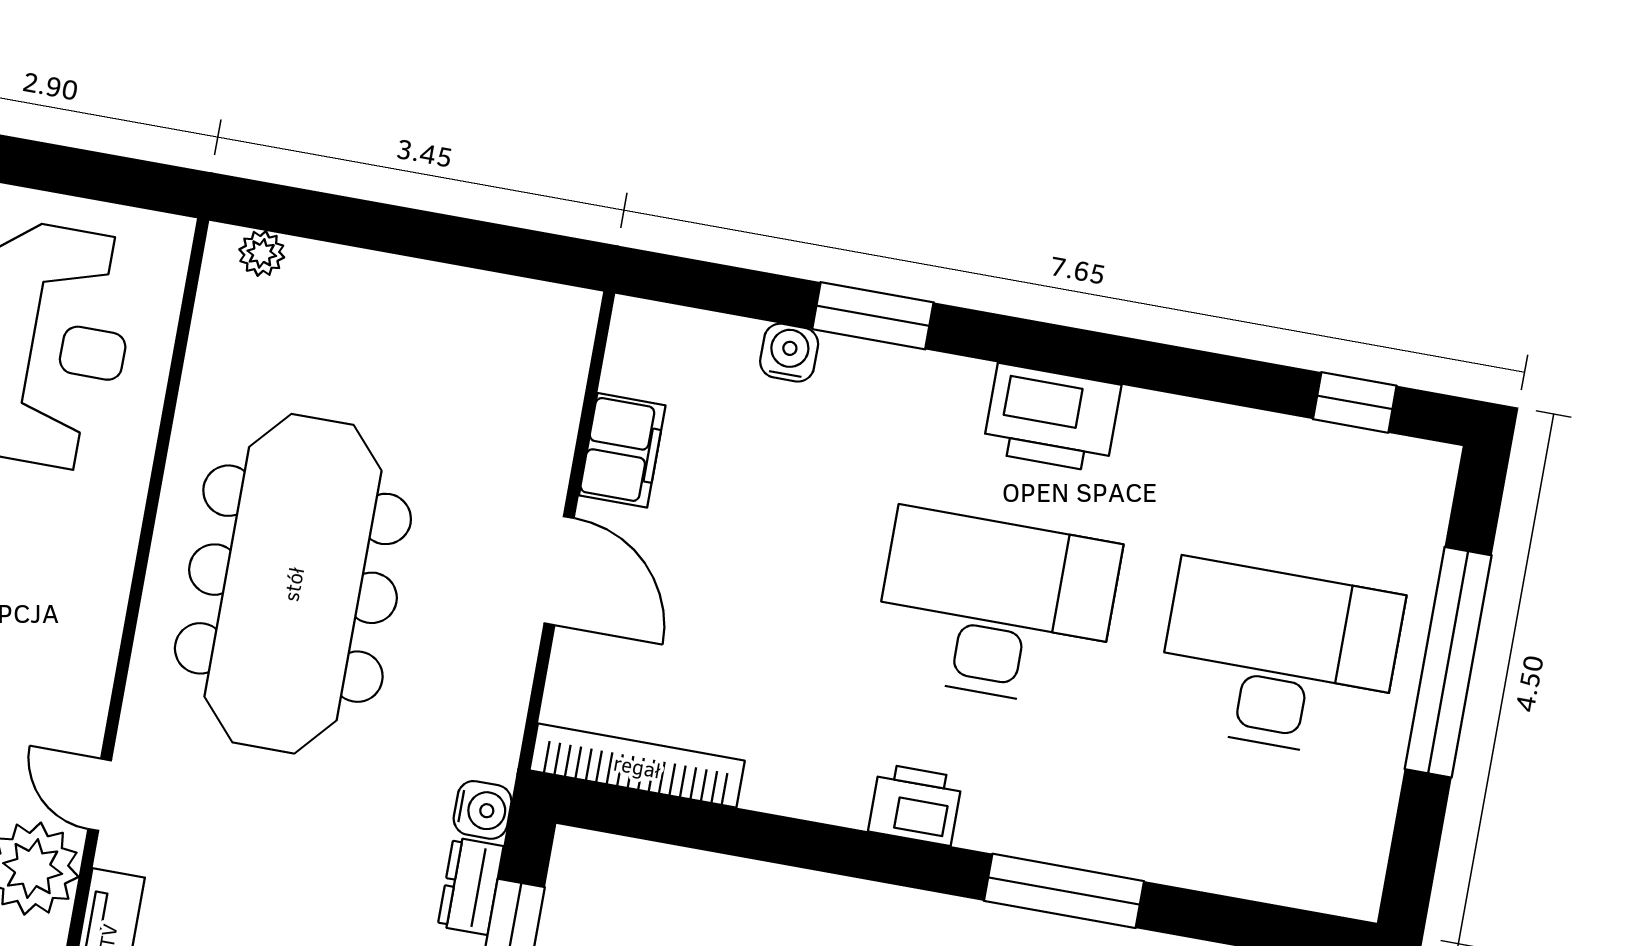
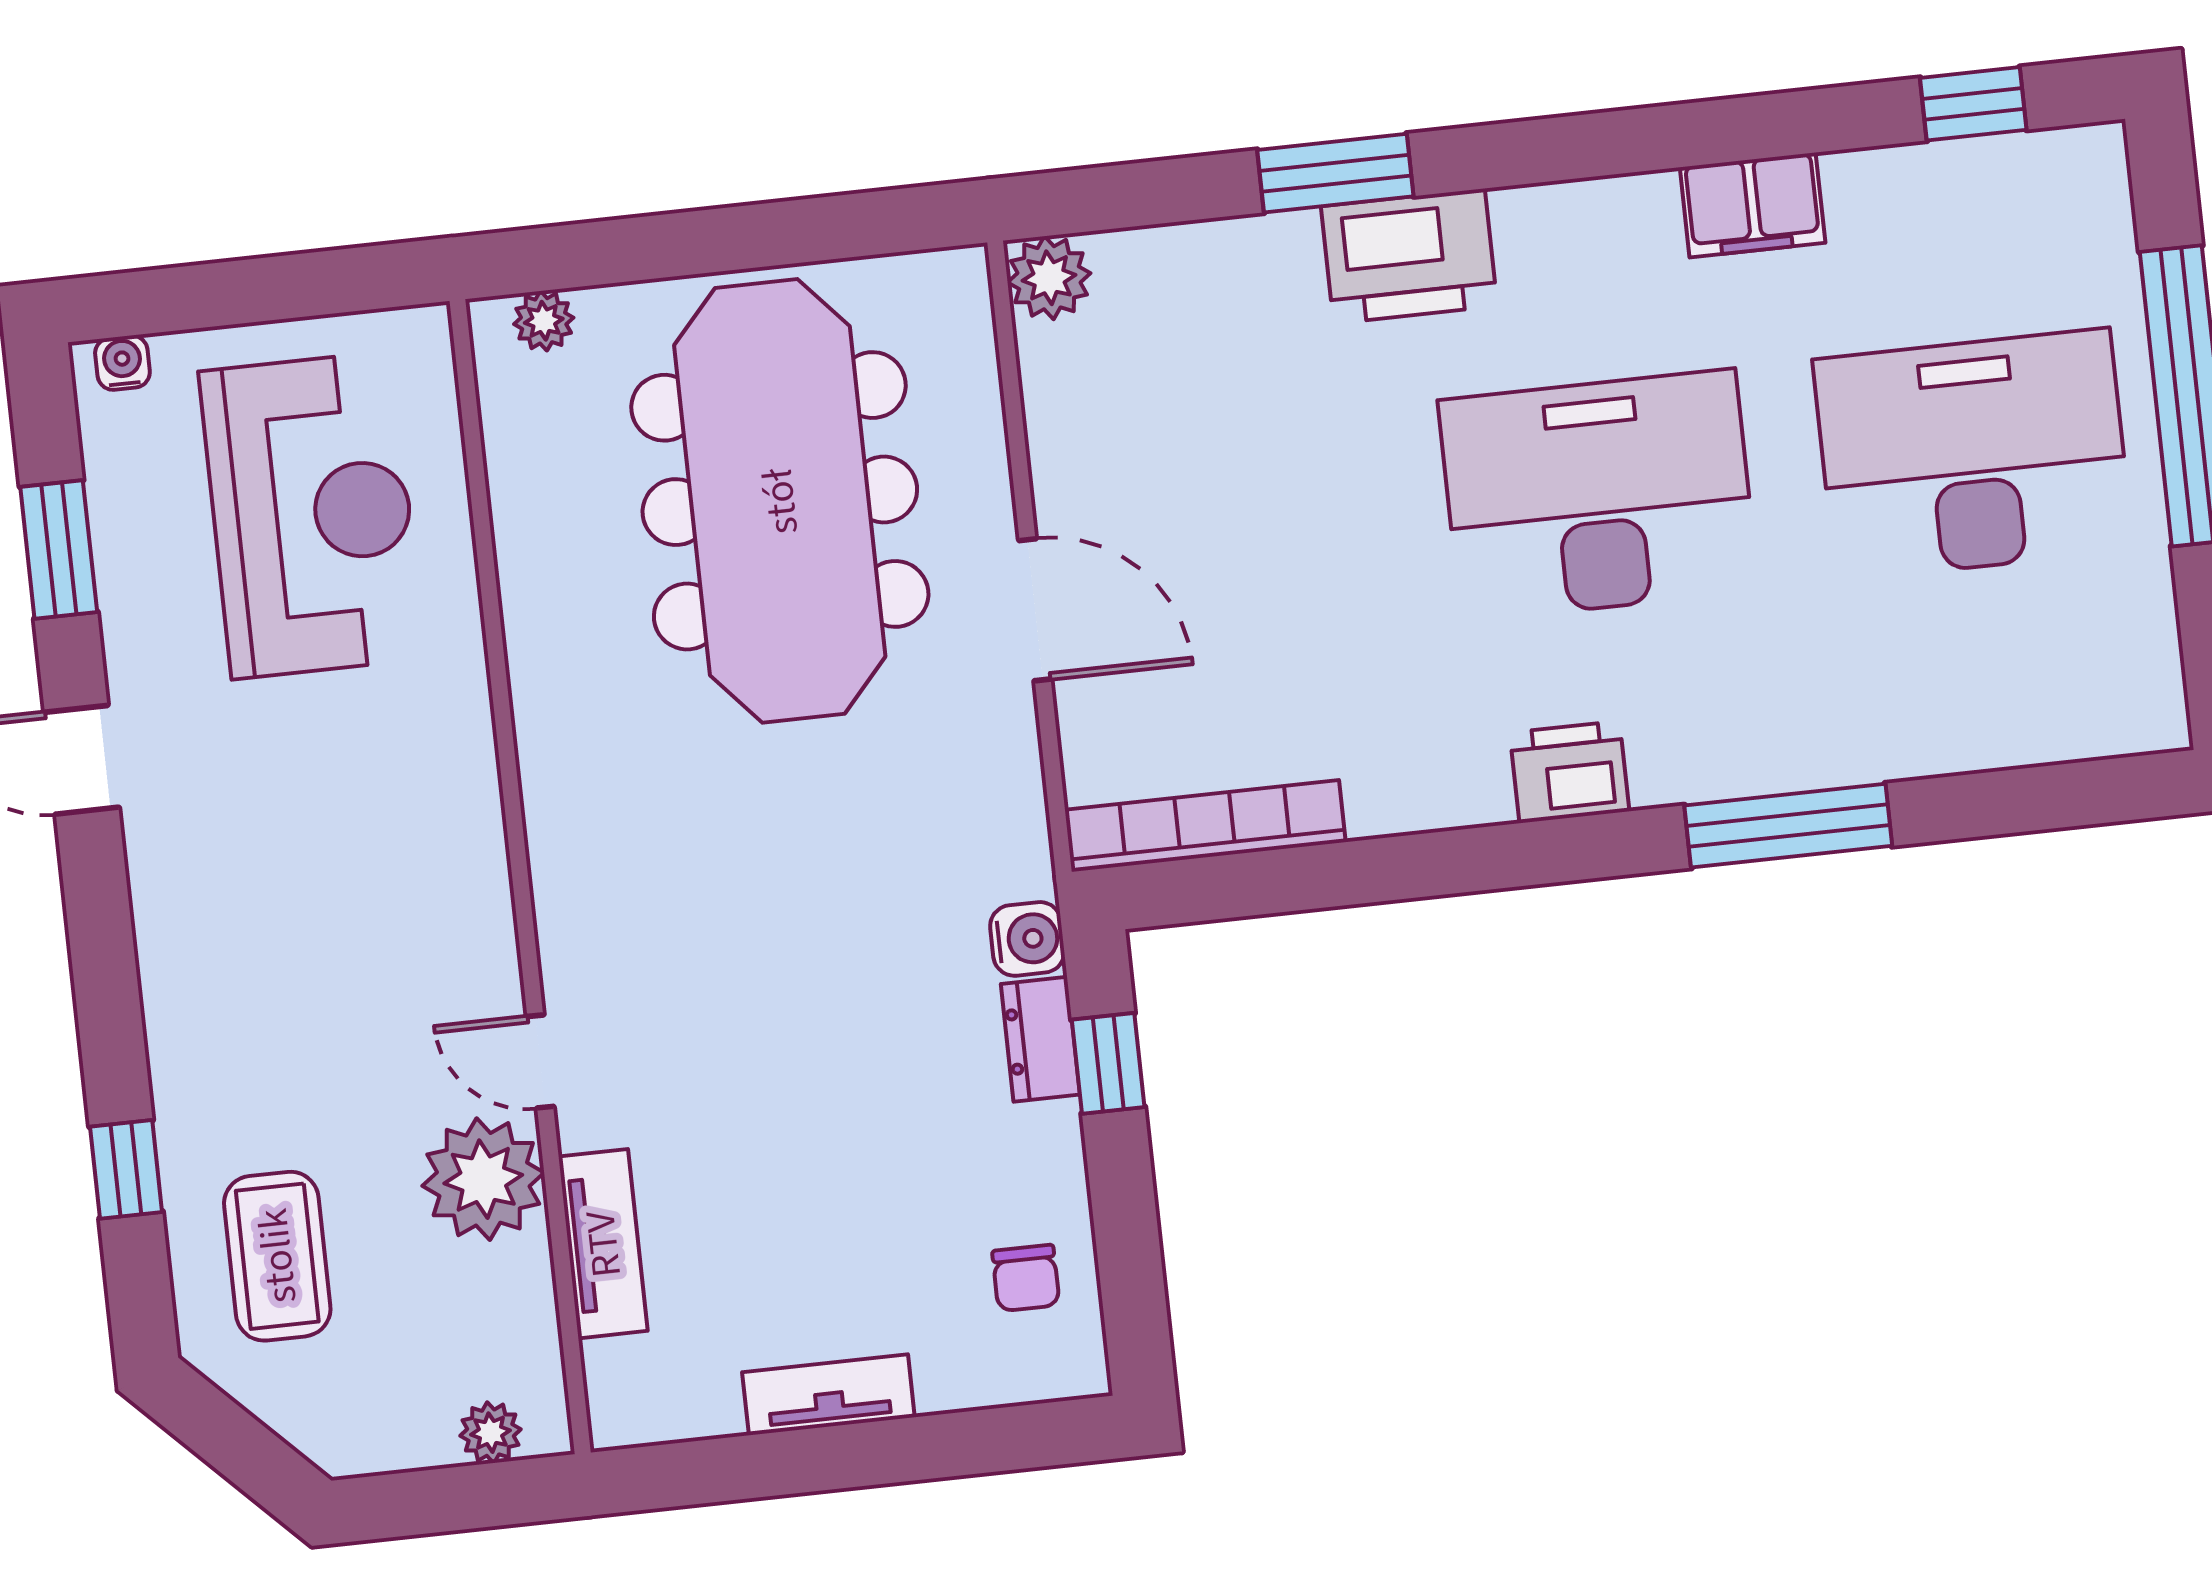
plant: (641, 331) -> (1049, 278), added
water cooler: (789, 353) -> (1244, 250), removed
printer: (1052, 418) -> (1409, 256), moved
filing cabinet: (622, 450) -> (1753, 205), moved, turned 90
meeting table: (293, 584) -> (780, 501), moved

